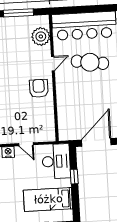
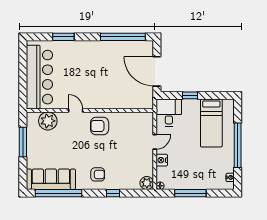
cafe table: (90, 62) -> (76, 73), removed
desk: (56, 161) -> (169, 113), width x0.73

